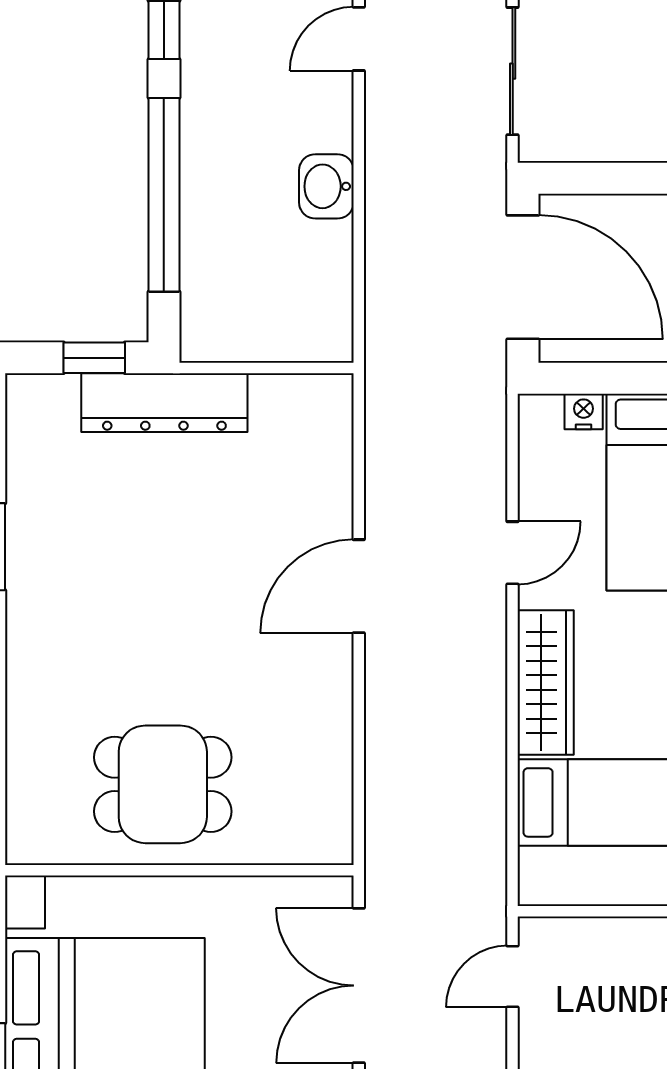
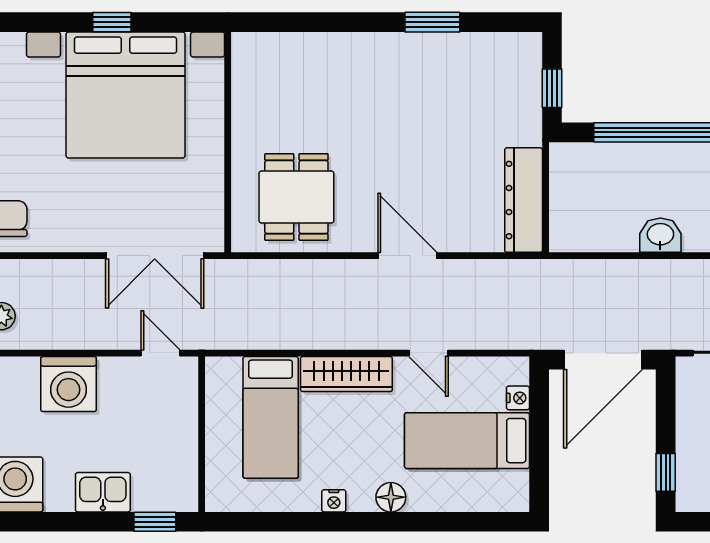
dresser: (164, 403) -> (524, 200), moved
dining table: (163, 784) -> (296, 197), moved
double door: (359, 986) -> (155, 256), swing flipped

